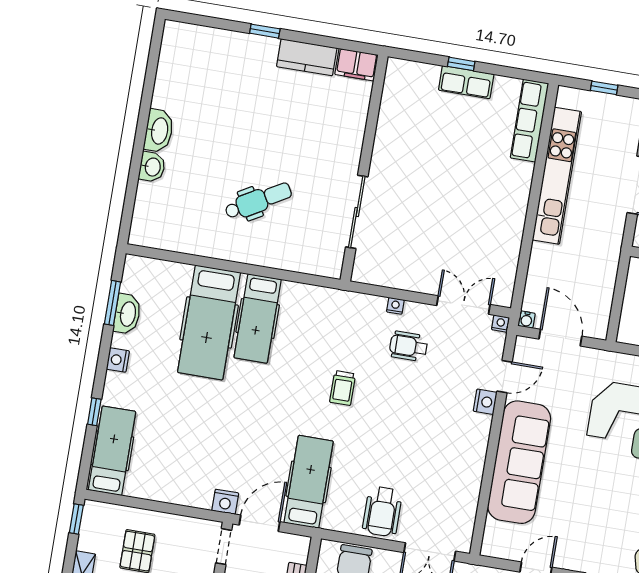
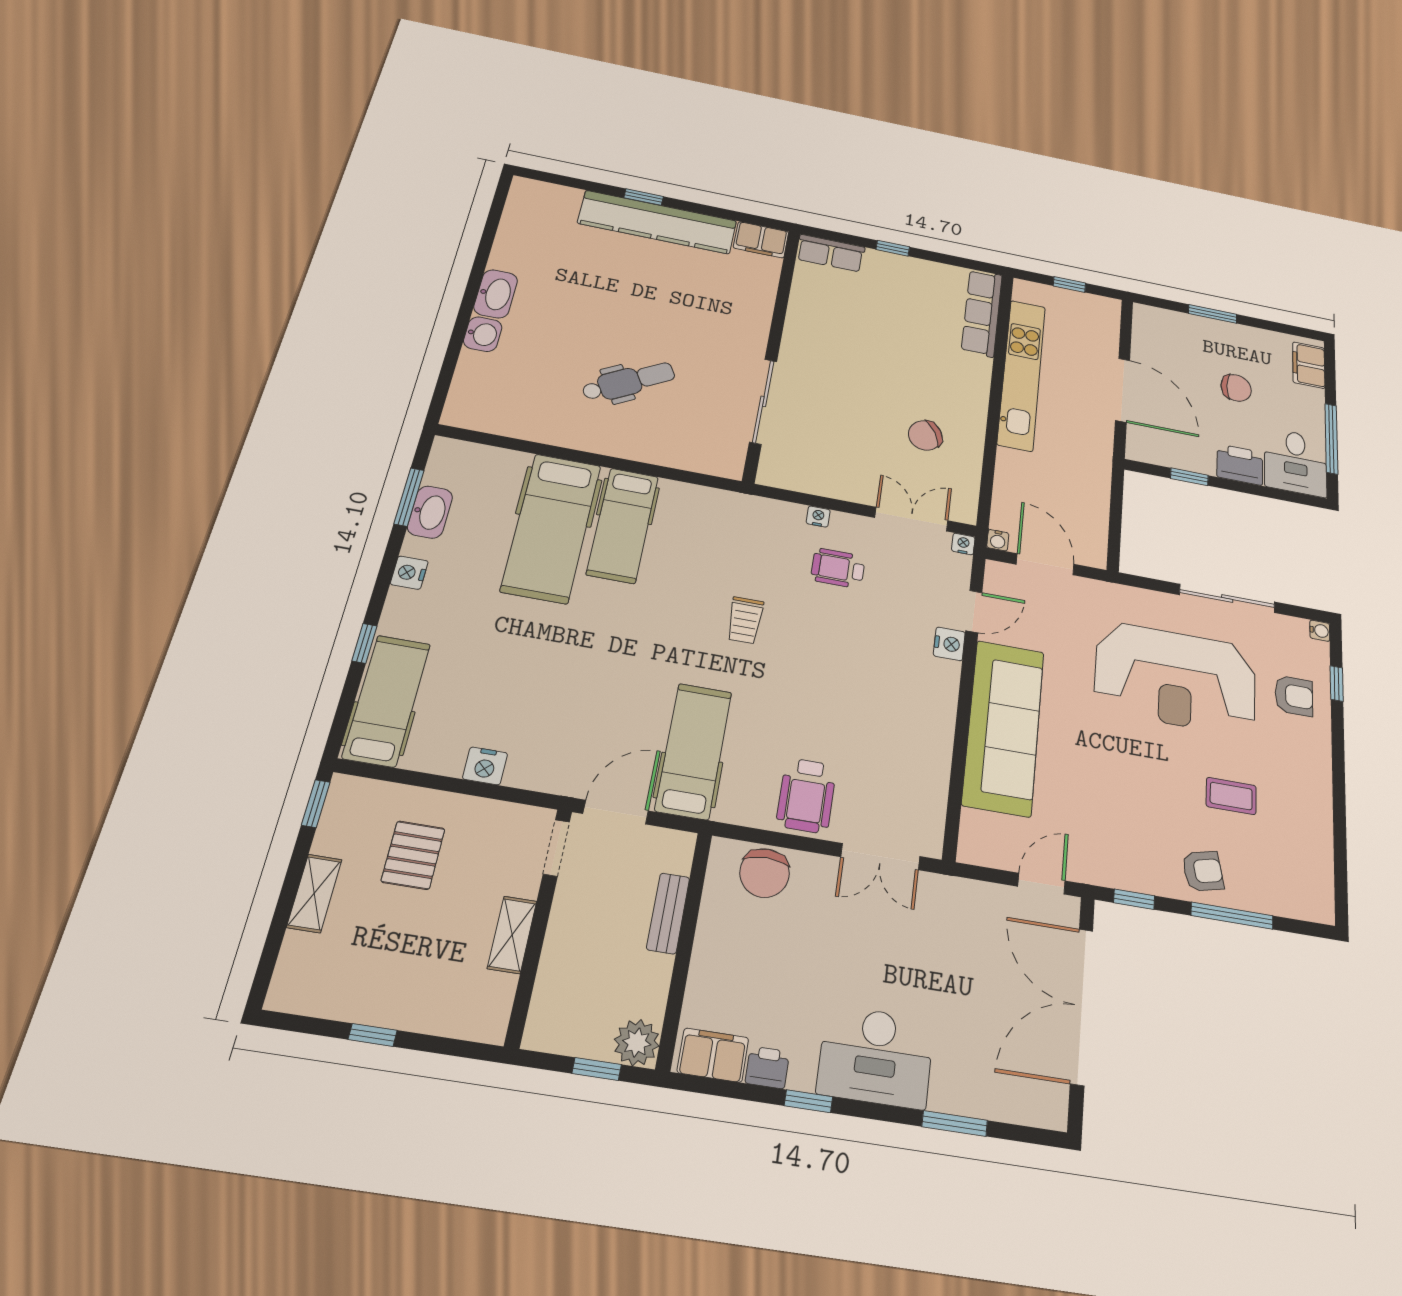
kitchen counter: (307, 57) -> (657, 222), width x2.08, depth x1.17
row of seats: (466, 82) -> (831, 253), moved
chair: (478, 234) -> (925, 435), added
nightstand: (225, 502) -> (485, 766), moved

